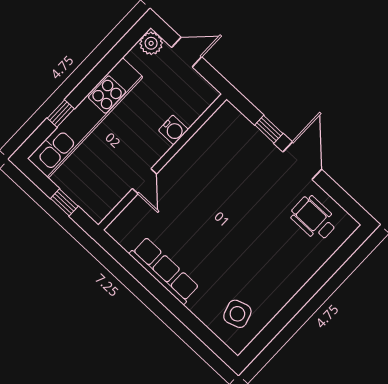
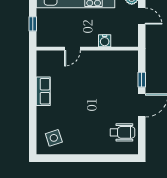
wheelchair: (314, 218) -> (122, 132), turned 90
row of seats: (164, 271) -> (43, 91), width x0.68

